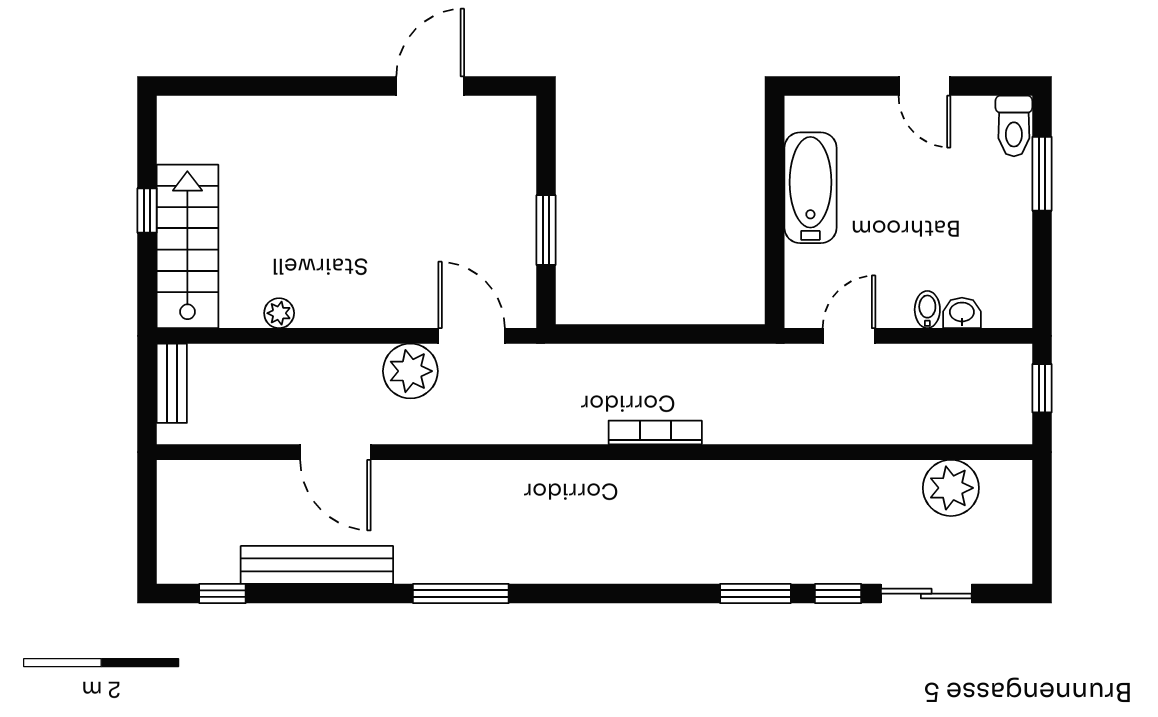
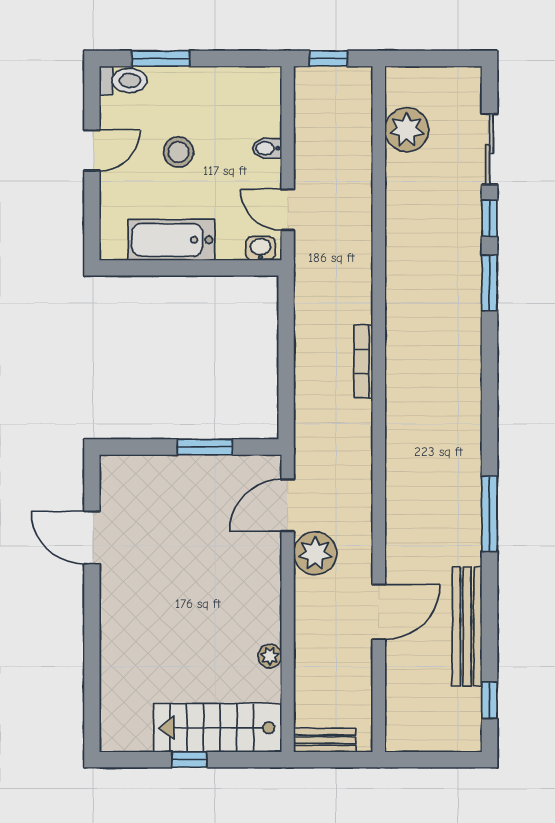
stool: (923, 196) -> (178, 152), added
washbasin: (962, 313) -> (260, 248), moved, turned 90

